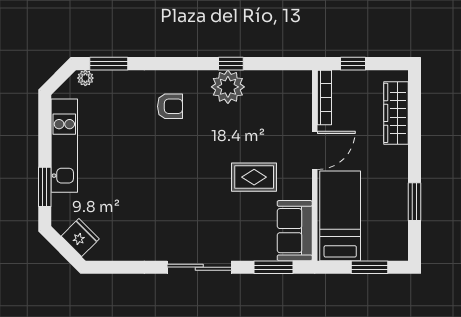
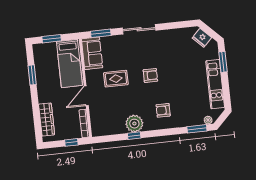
armchair: (187, 176) -> (150, 75), added

